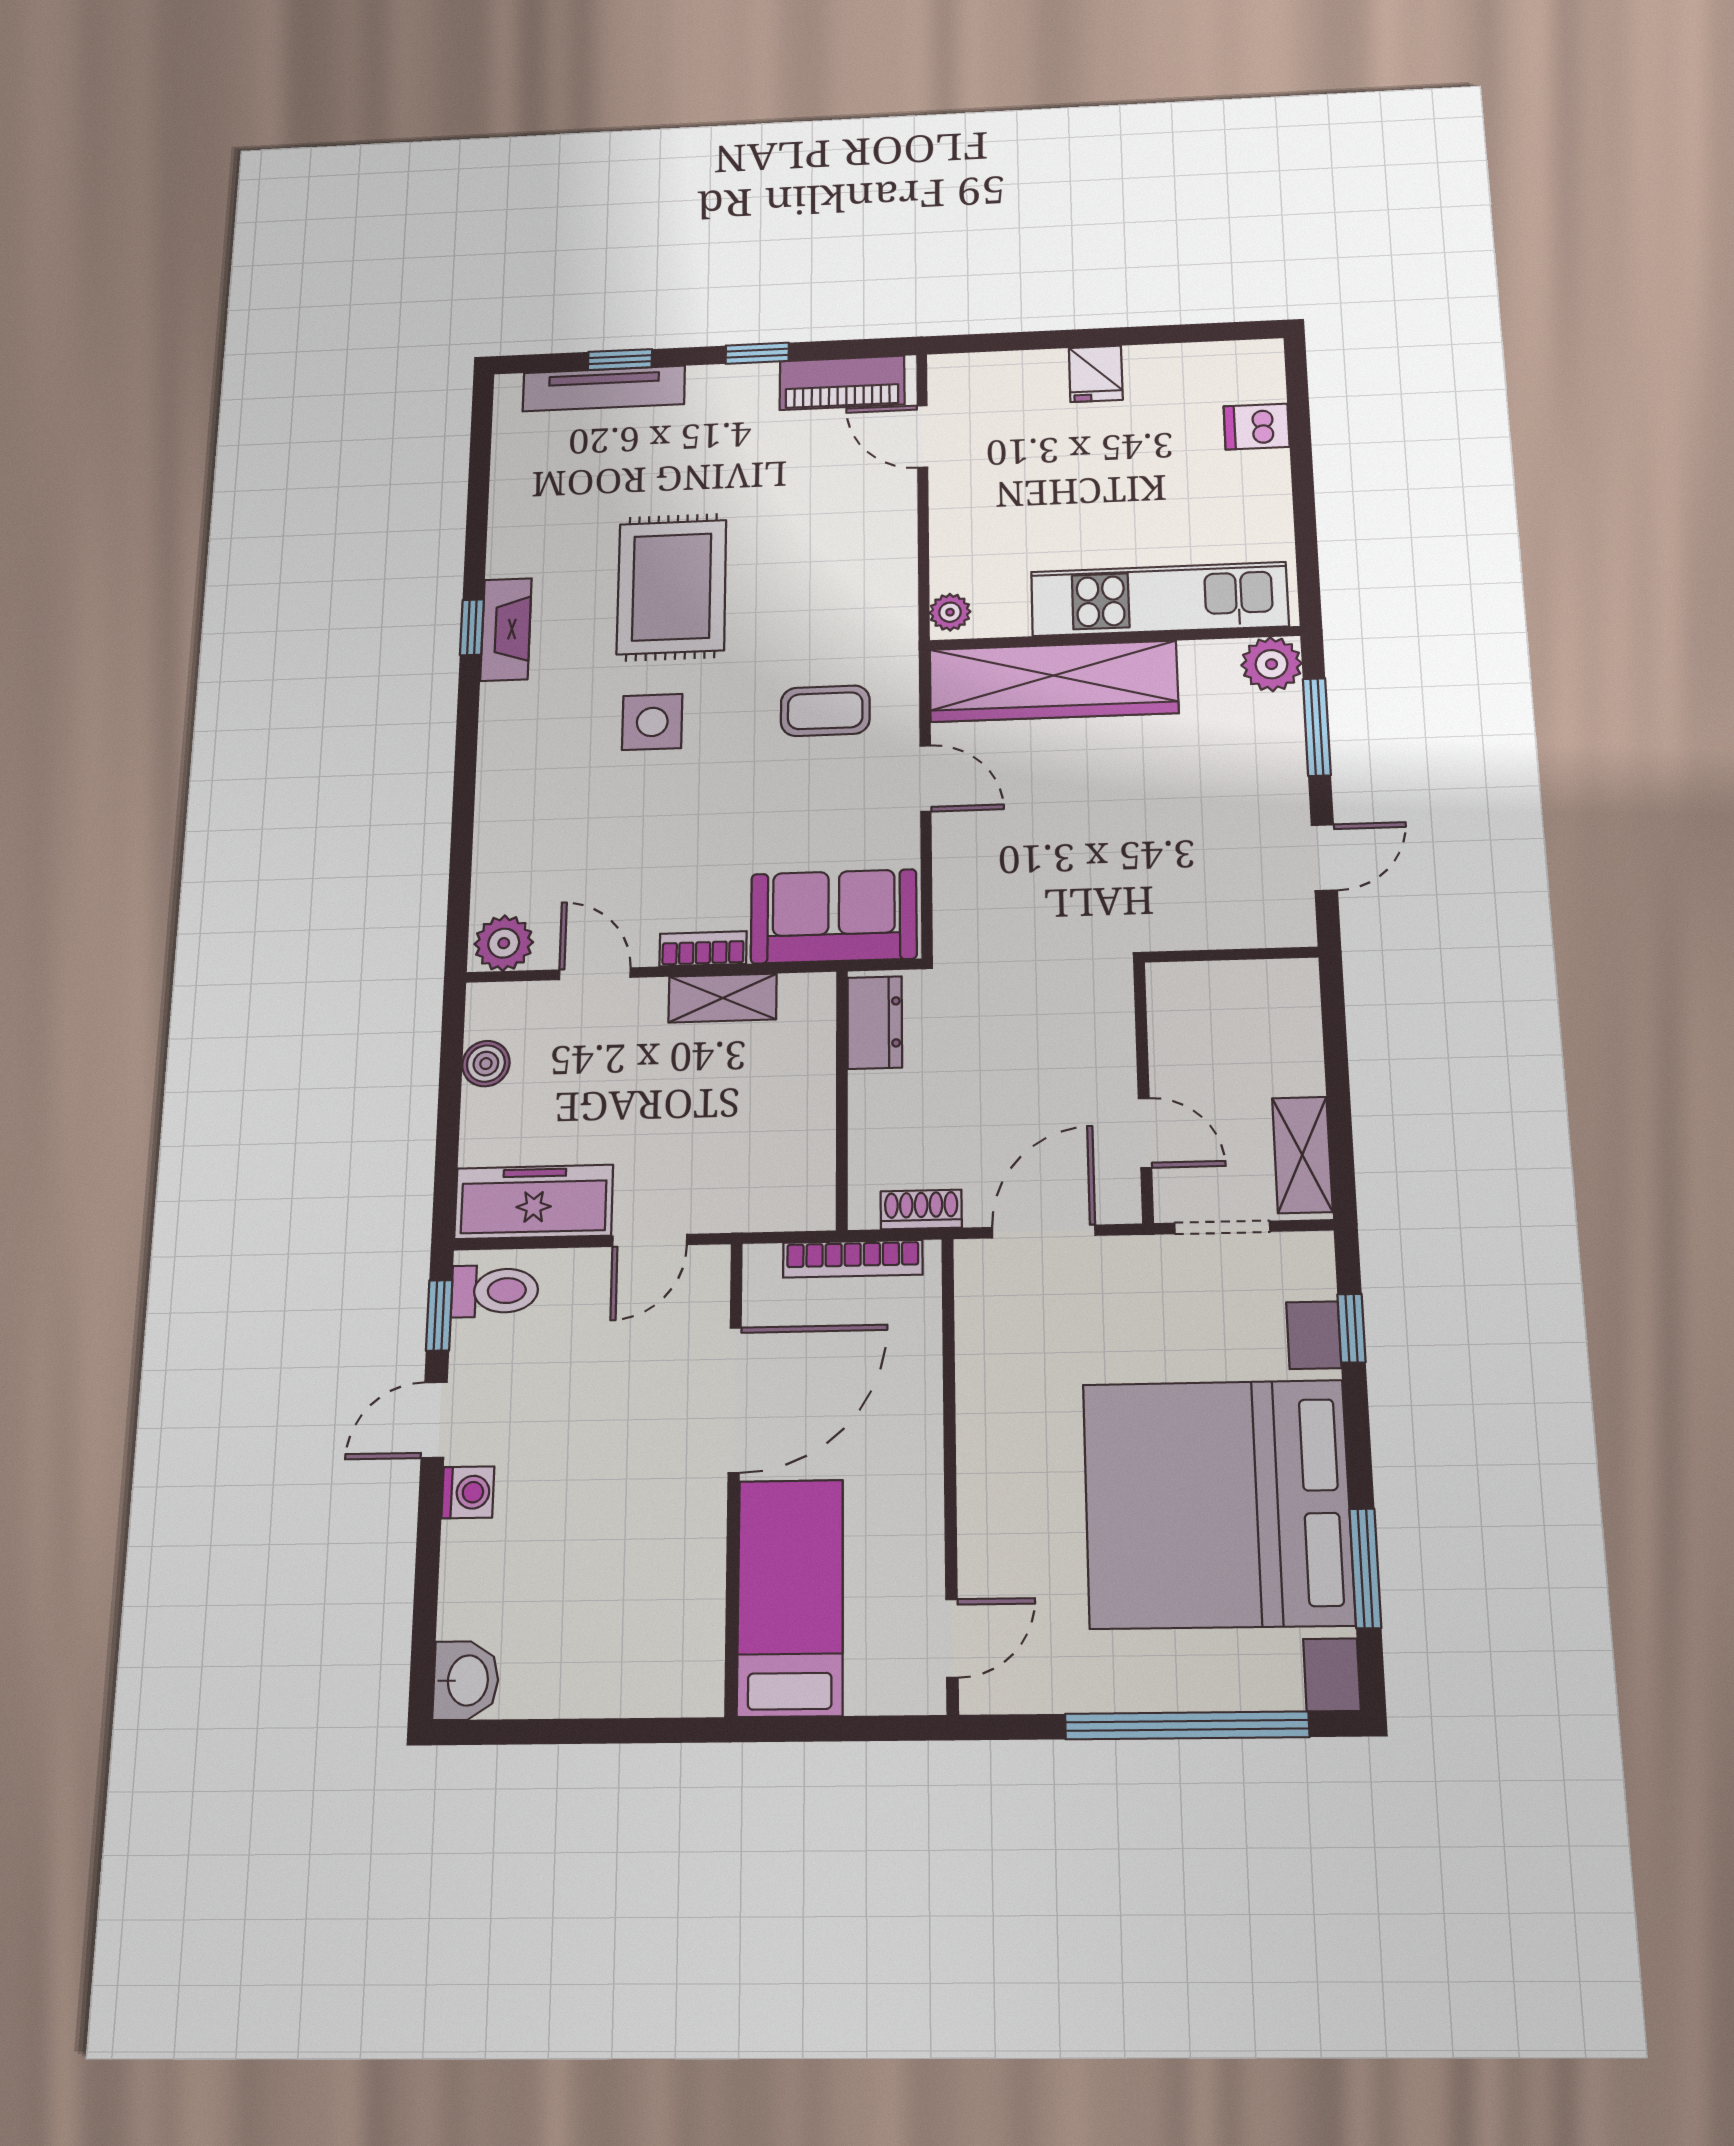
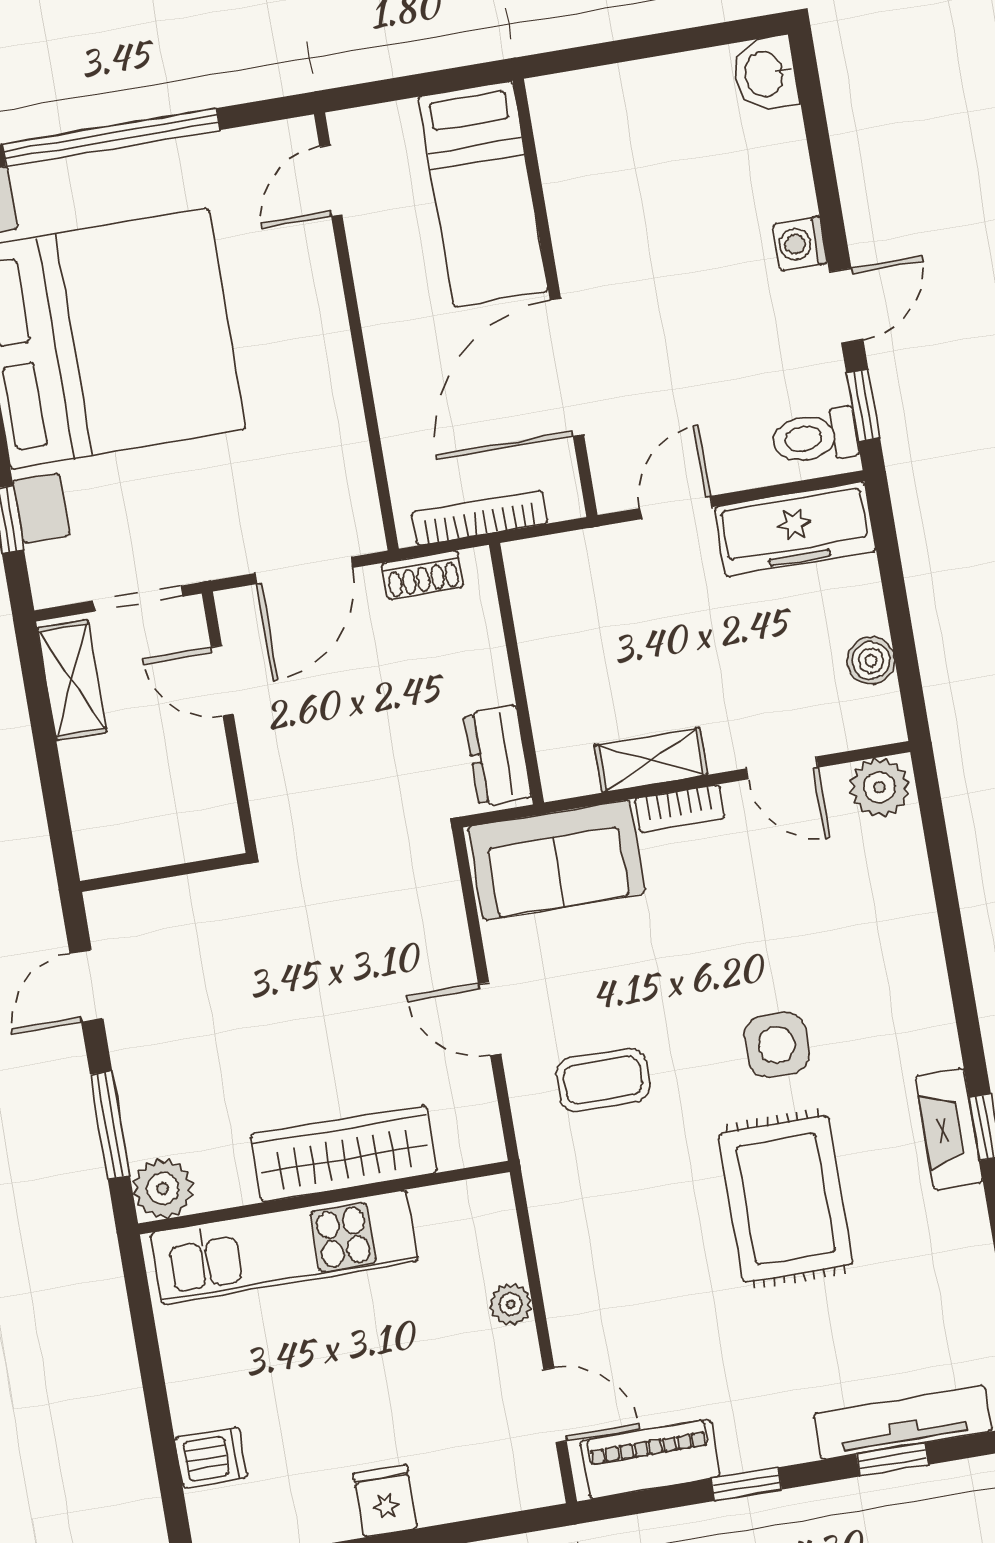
plant: (950, 612) -> (511, 1304), moved
wardrobe: (1053, 681) -> (344, 1154), width x0.71, depth x0.85

